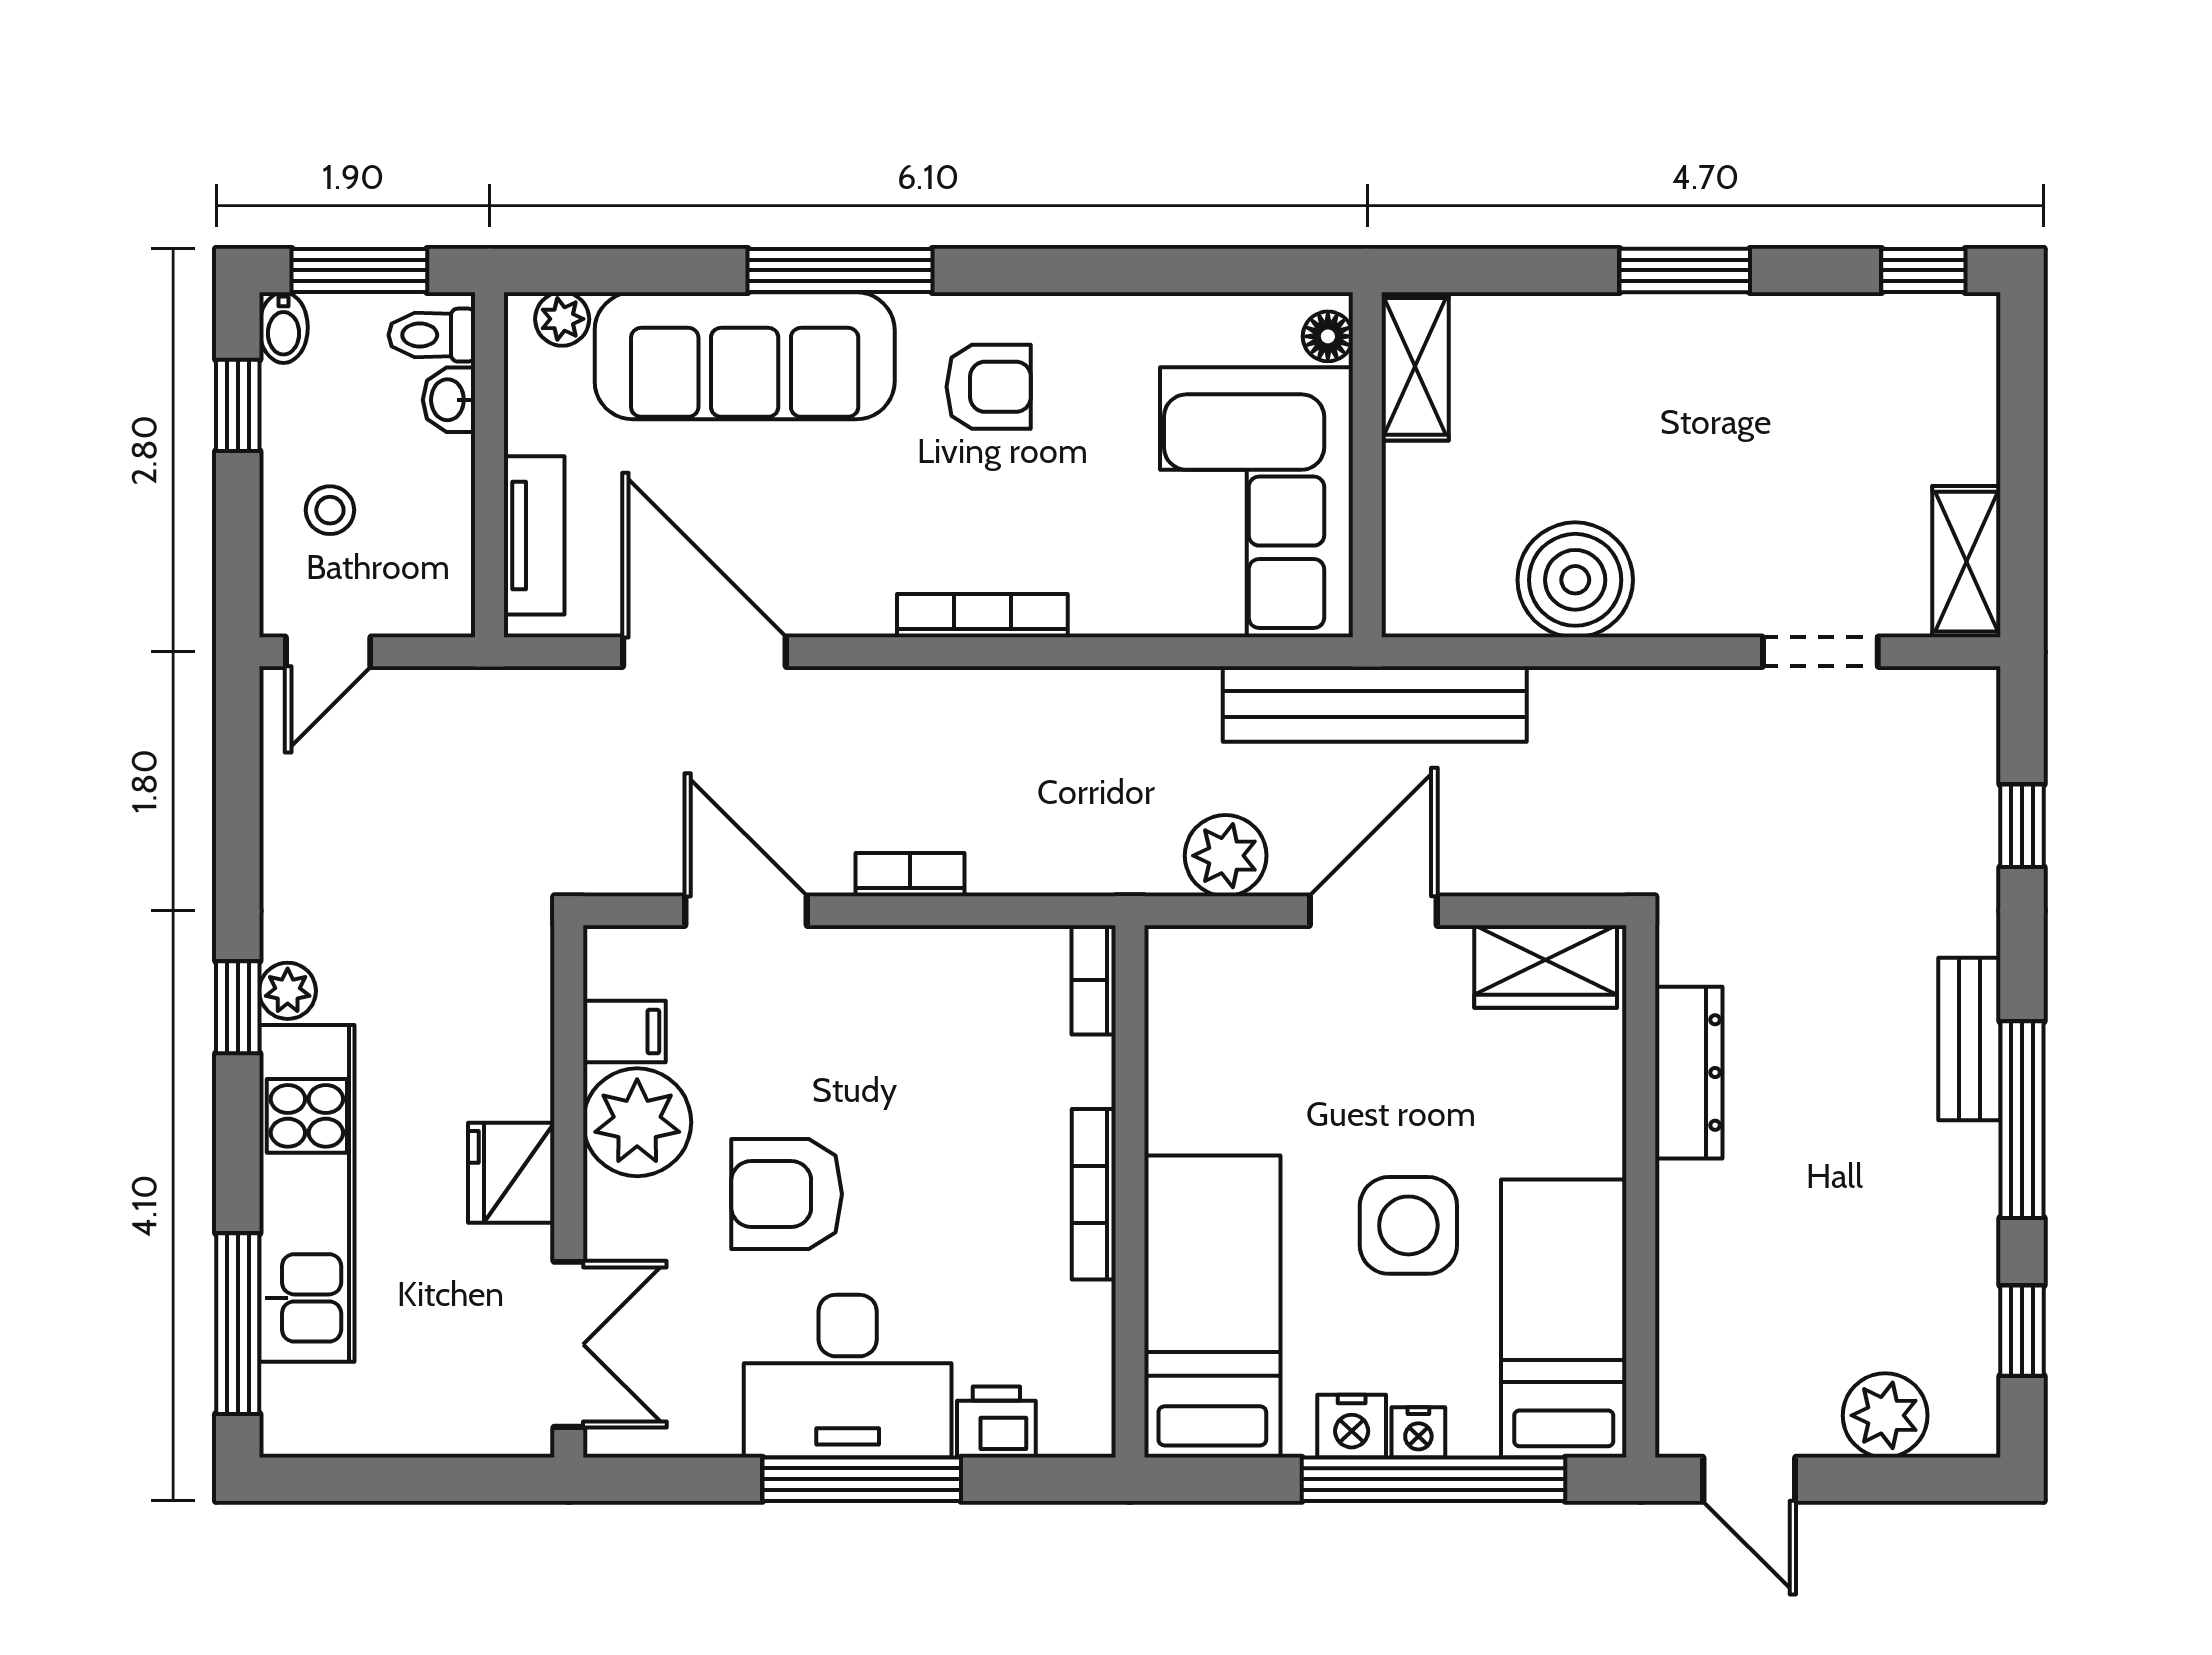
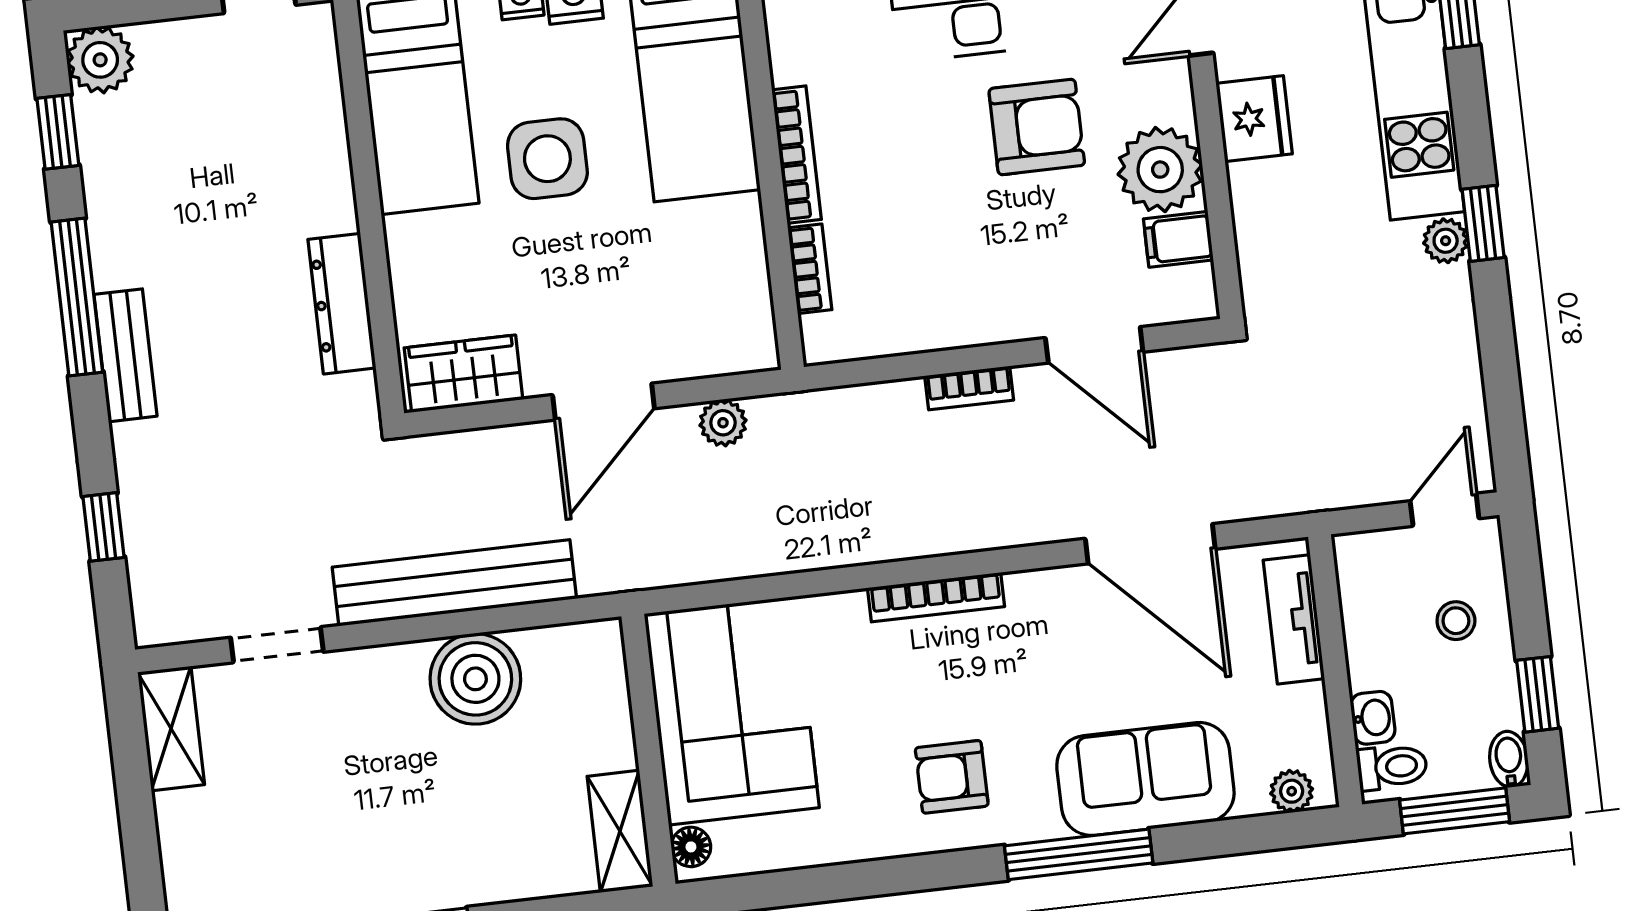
sofa: (745, 356) -> (1145, 779), width x0.73
bench: (1375, 704) -> (454, 583), moved
plant: (1226, 856) -> (723, 423), width x0.73, depth x0.73
bookcase: (1094, 980) -> (810, 269), moved
plant: (1885, 1415) -> (100, 60), moved

